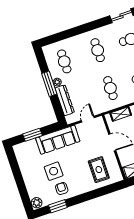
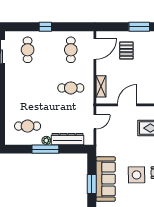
cafe table: (98, 50) -> (28, 88), removed
door: (88, 119) -> (95, 122), swing flipped
sofa: (58, 140) -> (106, 179), moved

